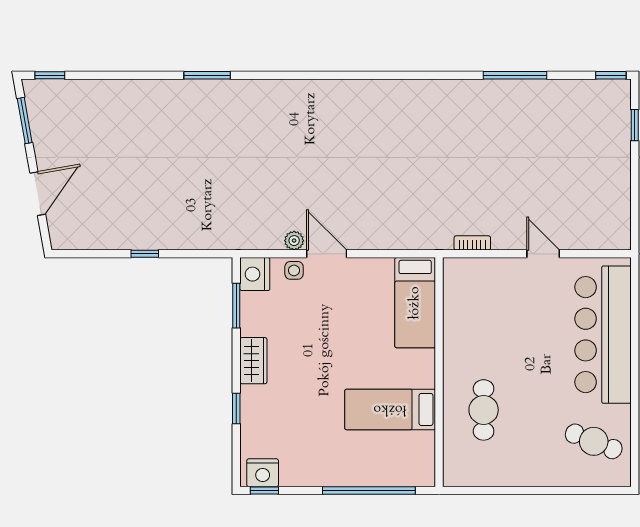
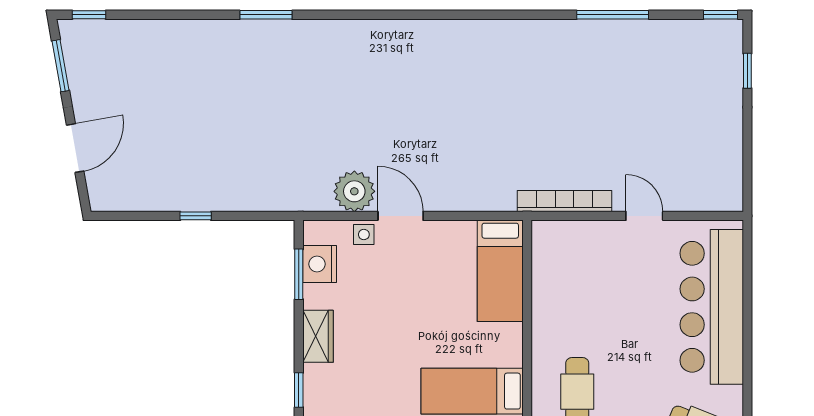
plant: (294, 241) -> (354, 191), width x1.87, depth x1.87
bookcase: (472, 243) -> (565, 201), width x2.31, depth x1.31
nightstand: (255, 274) -> (320, 264), moved

